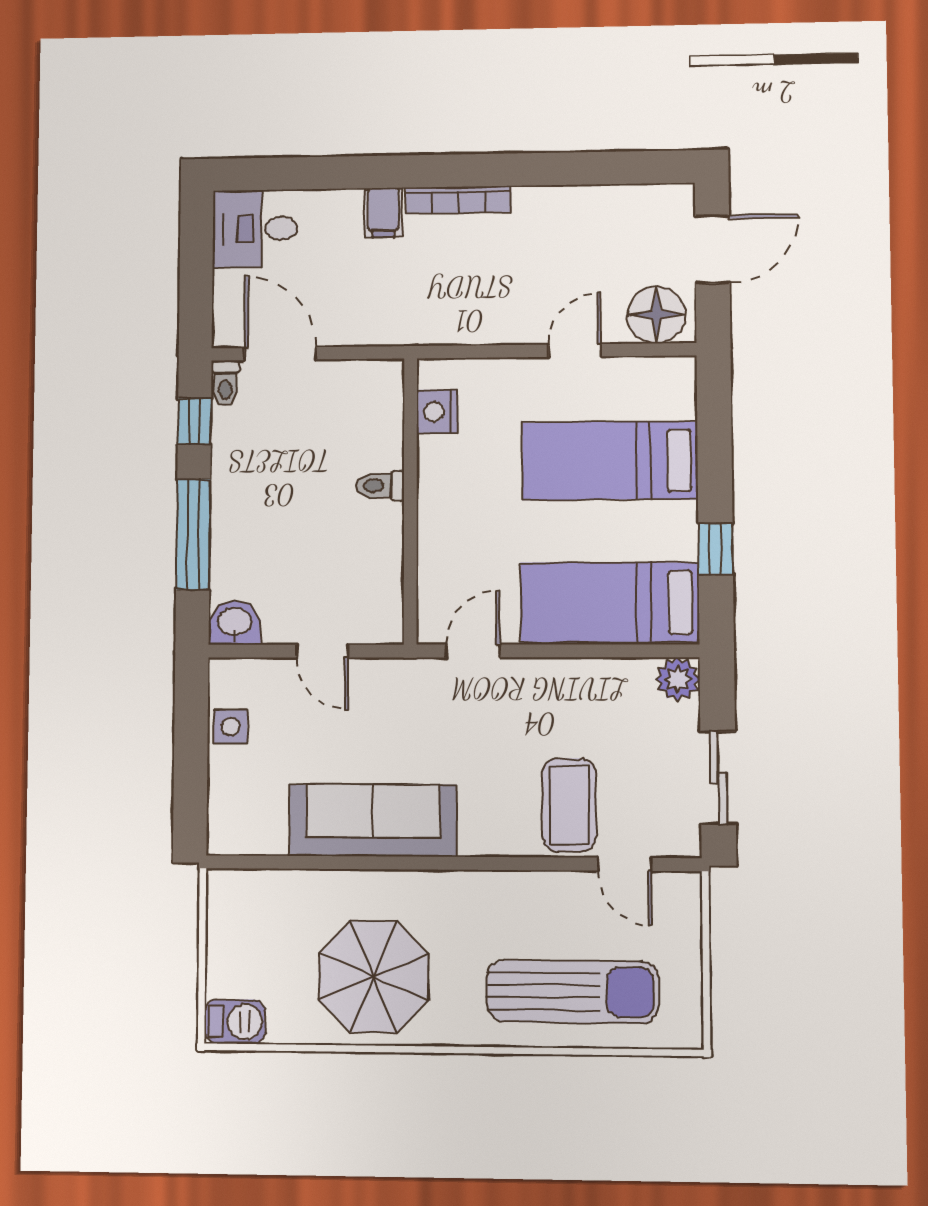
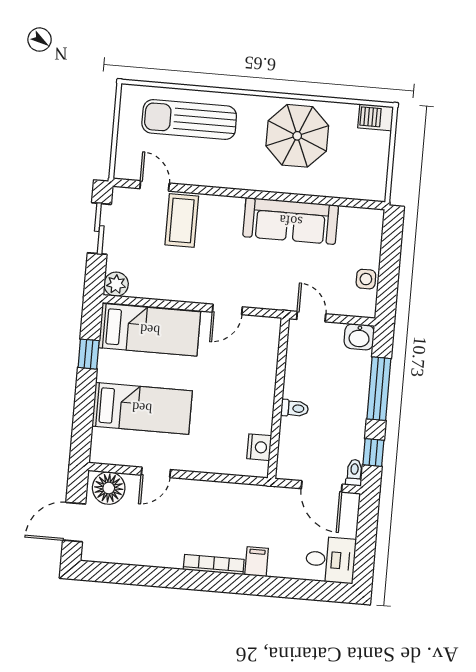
nightstand: (437, 412) -> (259, 447), moved
toilet: (380, 486) -> (295, 408), moved
wall: (410, 501) -> (278, 398), moved

